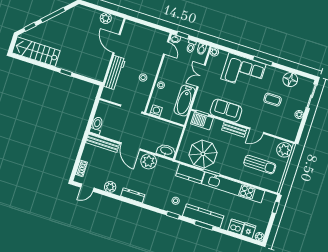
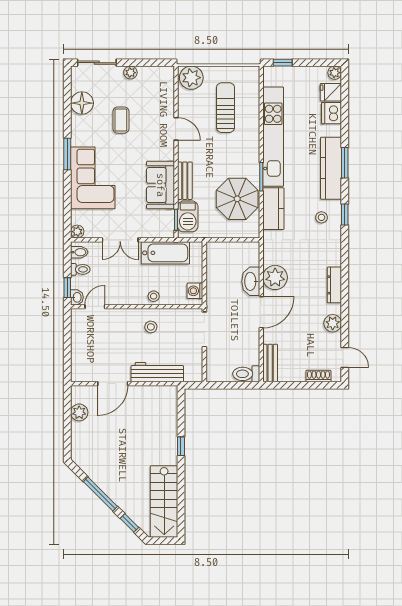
bench: (234, 129) -> (185, 181), moved
bench: (103, 143) -> (270, 363), width x0.73
washbasin: (166, 151) -> (251, 281), moved

